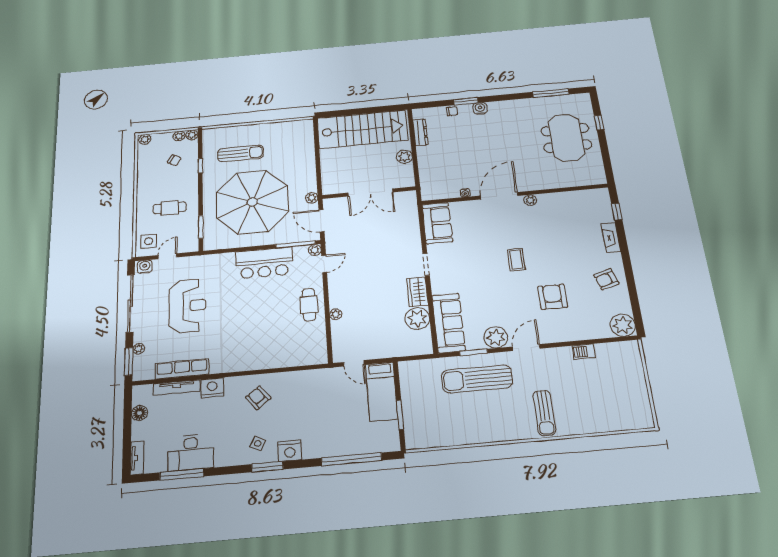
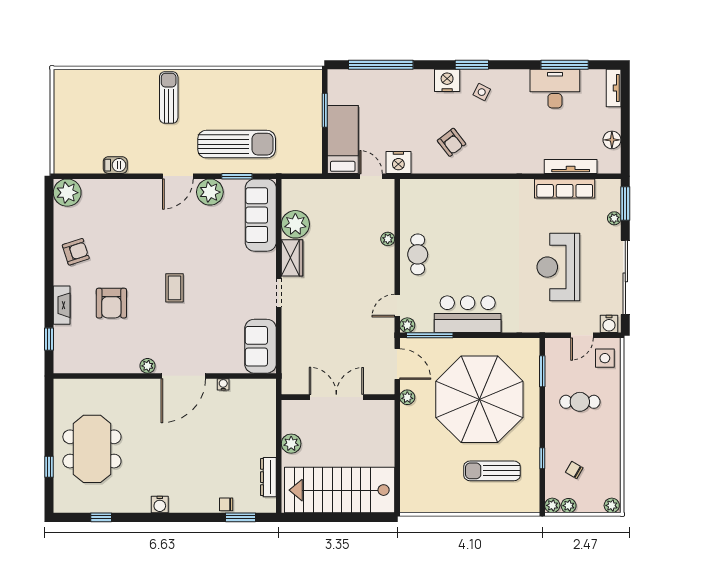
window: (551, 93) -> (101, 517), width x0.46
window: (466, 101) -> (240, 517), moved
water cooler: (480, 108) -> (160, 504), moved
armchair: (553, 297) -> (111, 303), moved
nightstand: (212, 388) -> (398, 162), moved
armchair: (258, 398) -> (452, 142), moved

